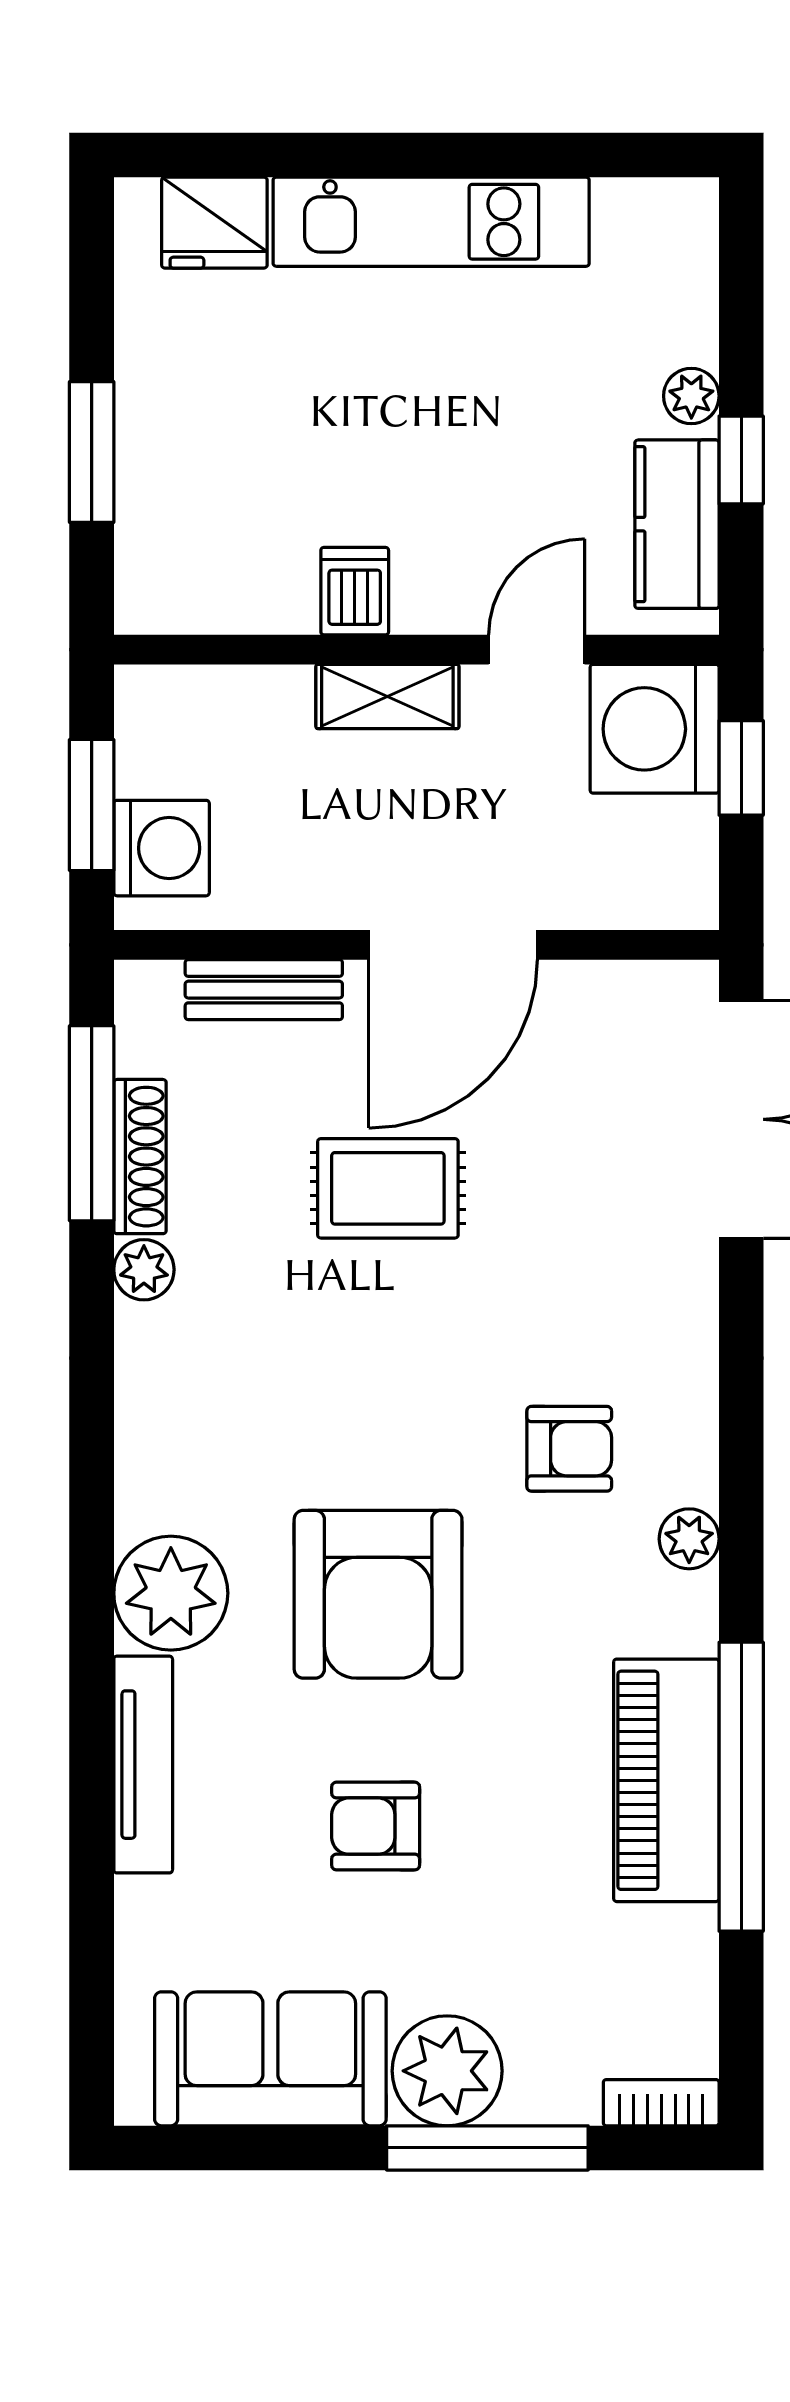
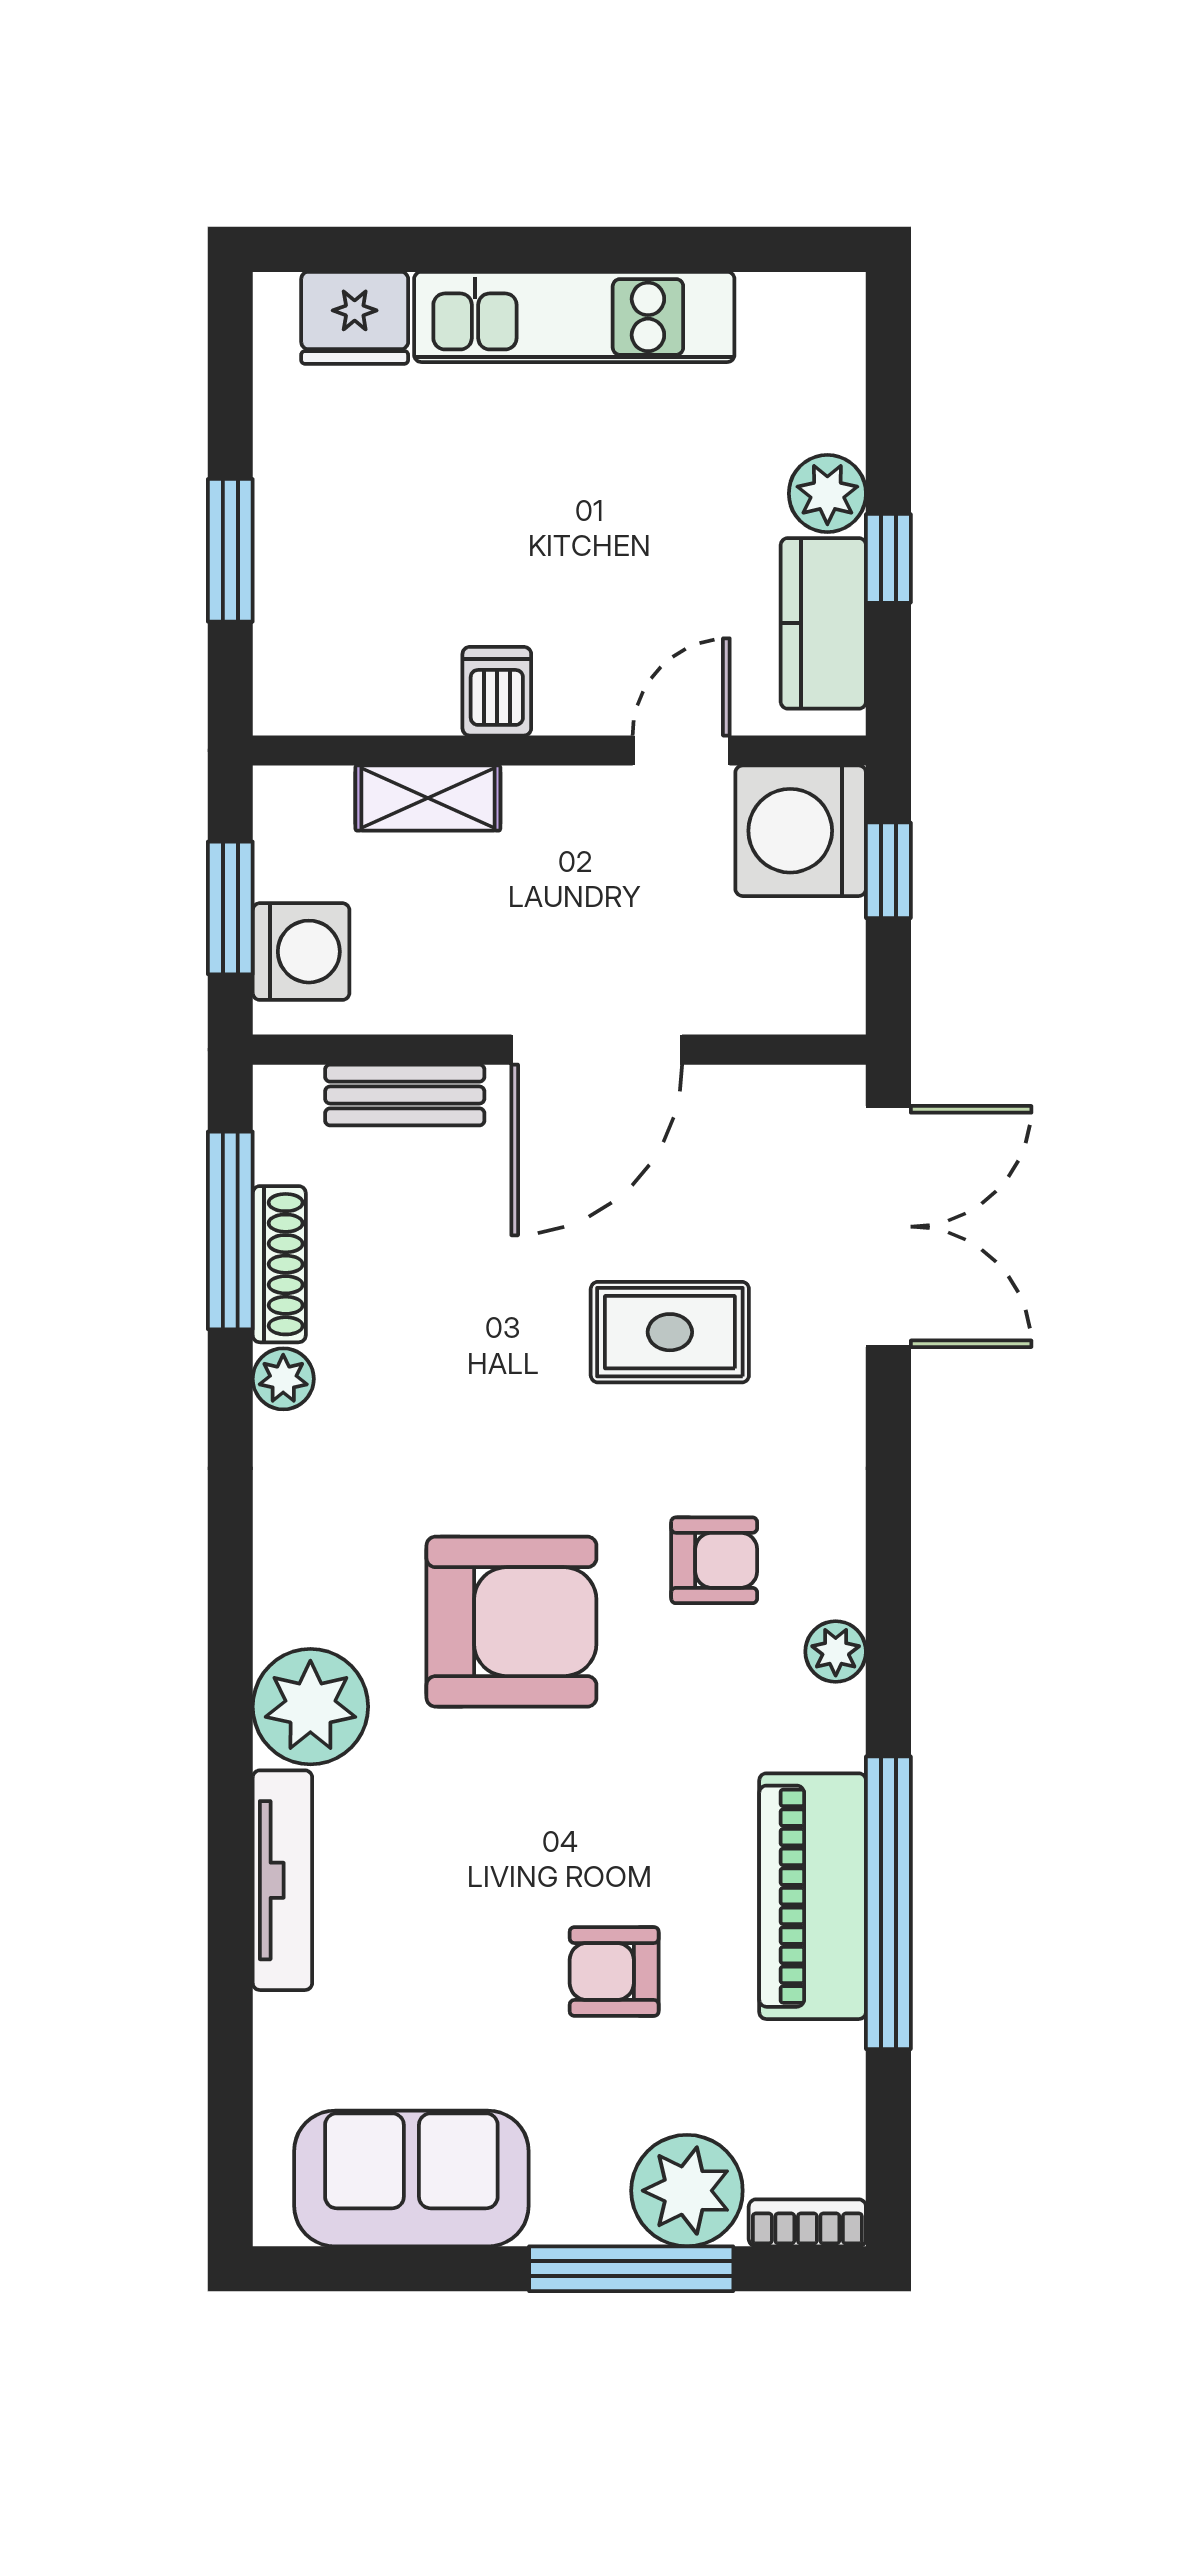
plant: (691, 396) -> (827, 494), width x1.38, depth x1.38
shelving: (387, 696) -> (428, 798), moved
rug: (388, 1188) -> (670, 1332), moved
armchair: (378, 1594) -> (511, 1622), moved, turned -90
armchair: (376, 1826) -> (614, 1971), moved
plant: (447, 2071) -> (687, 2191), moved

